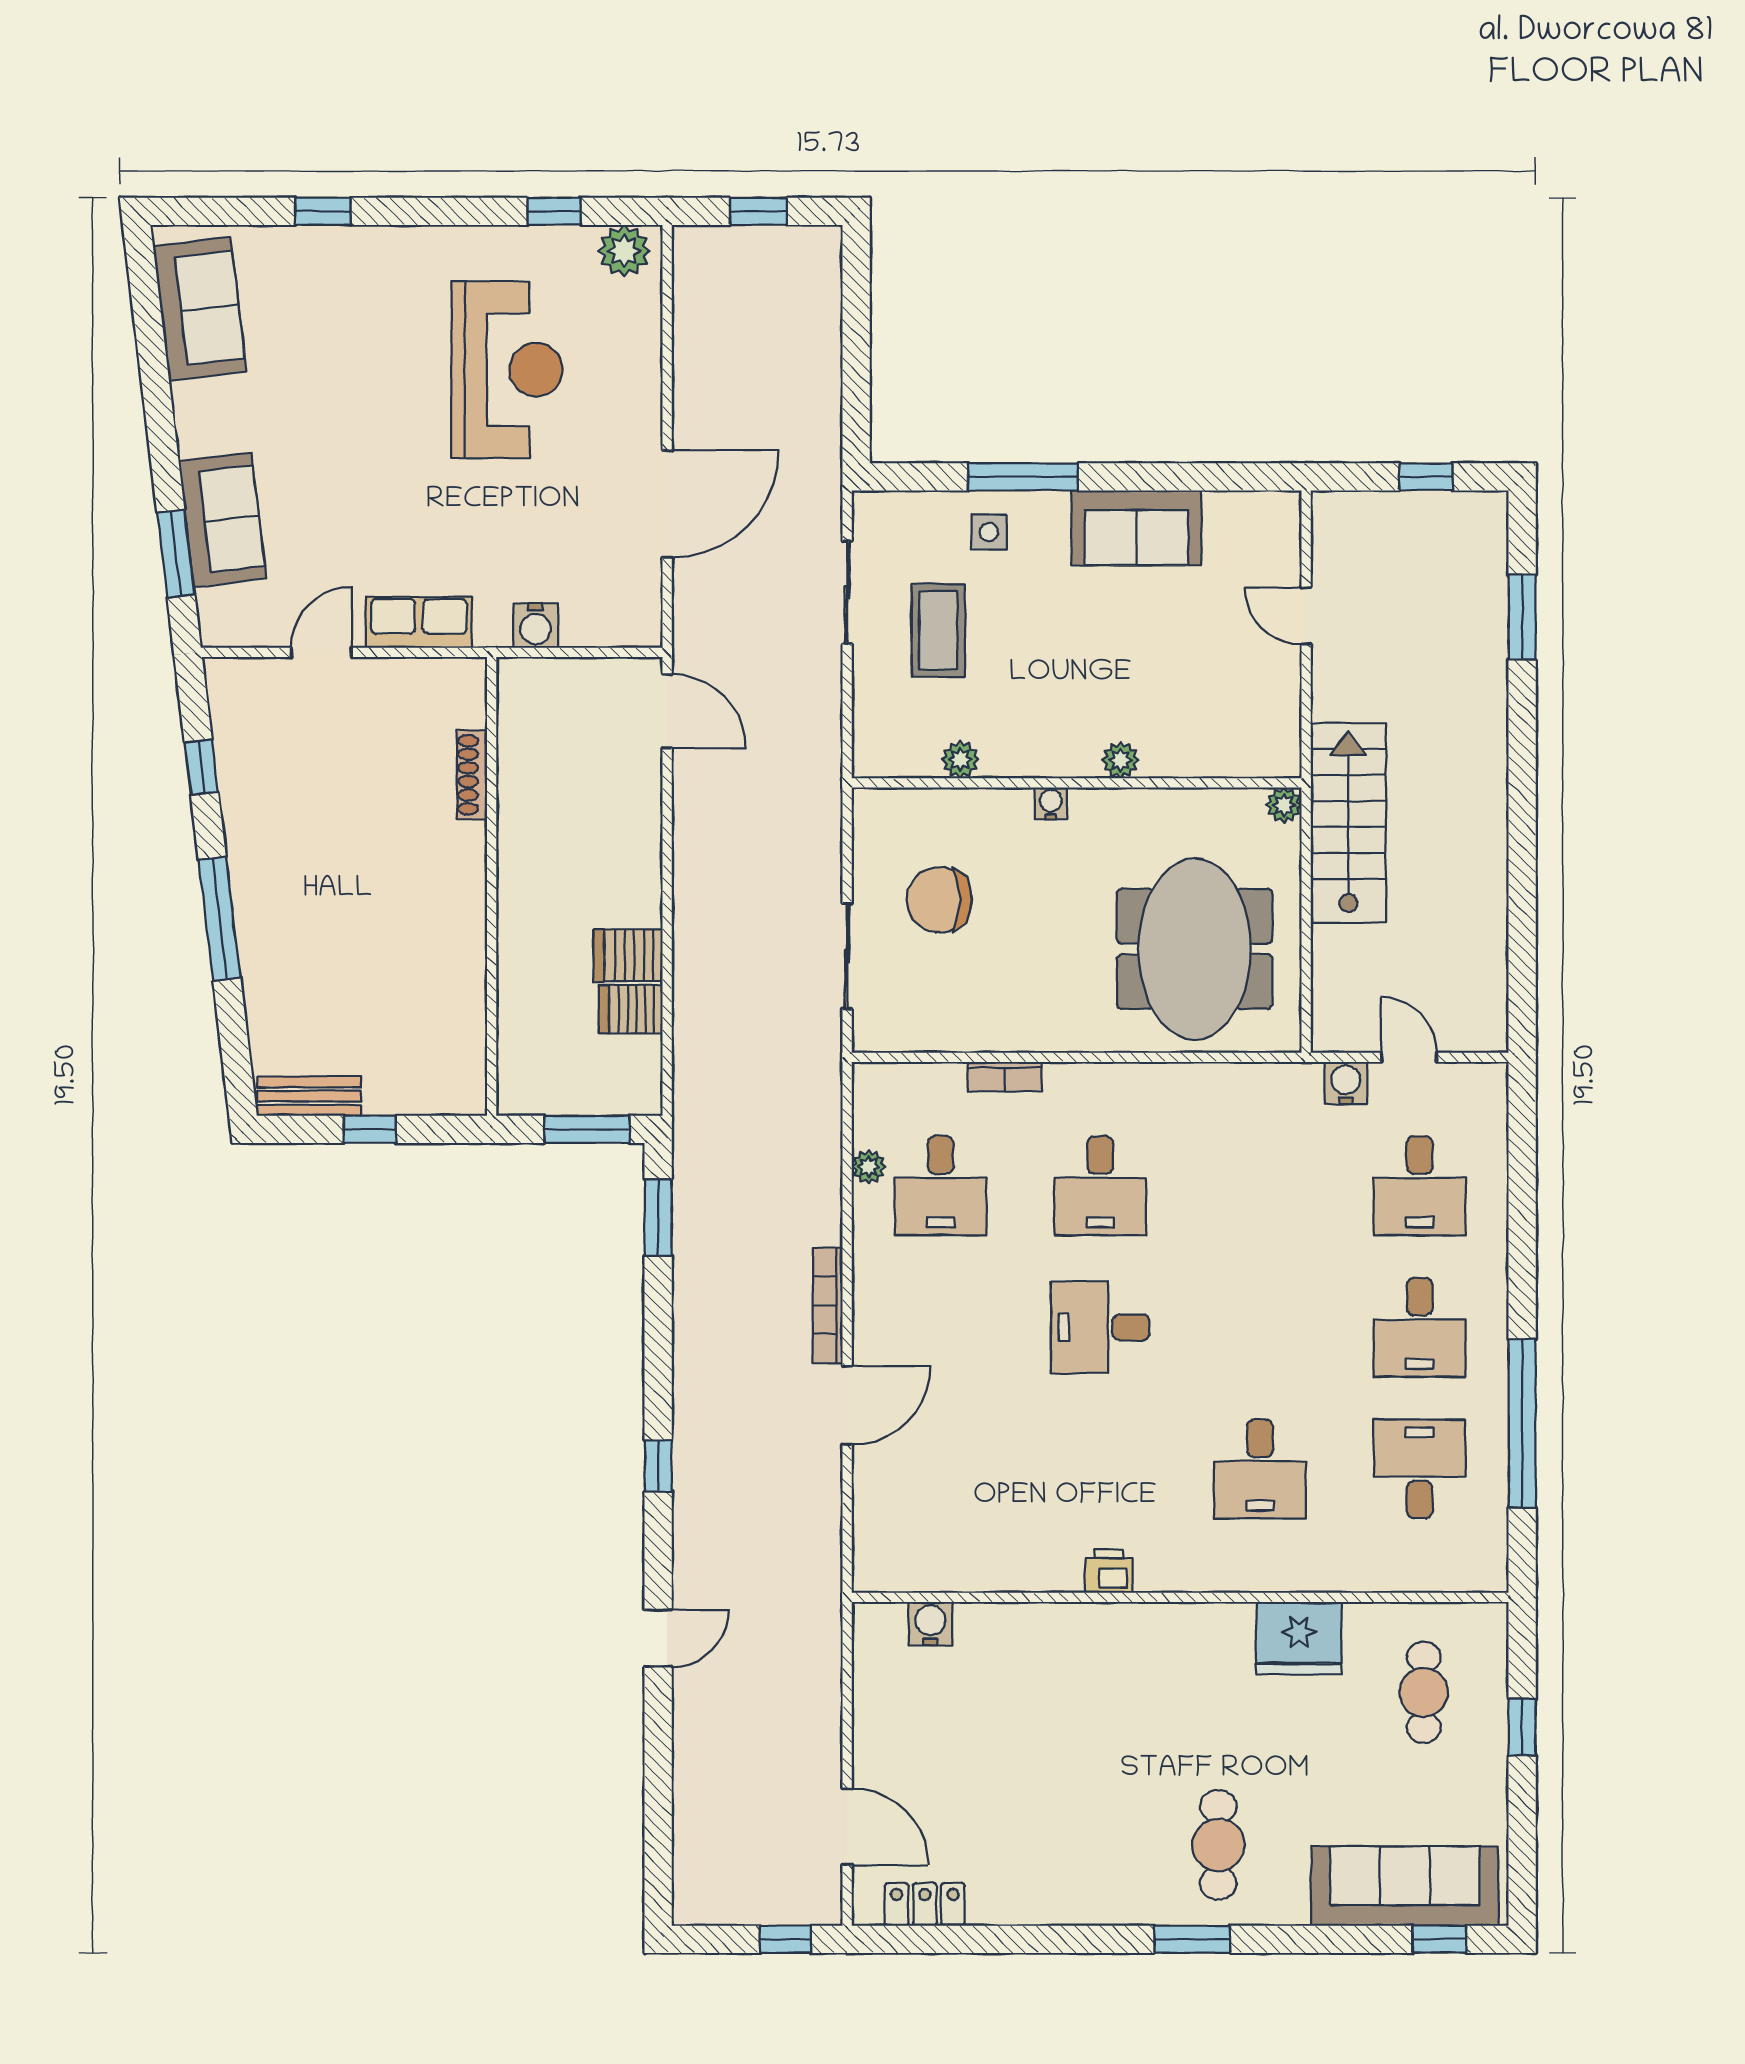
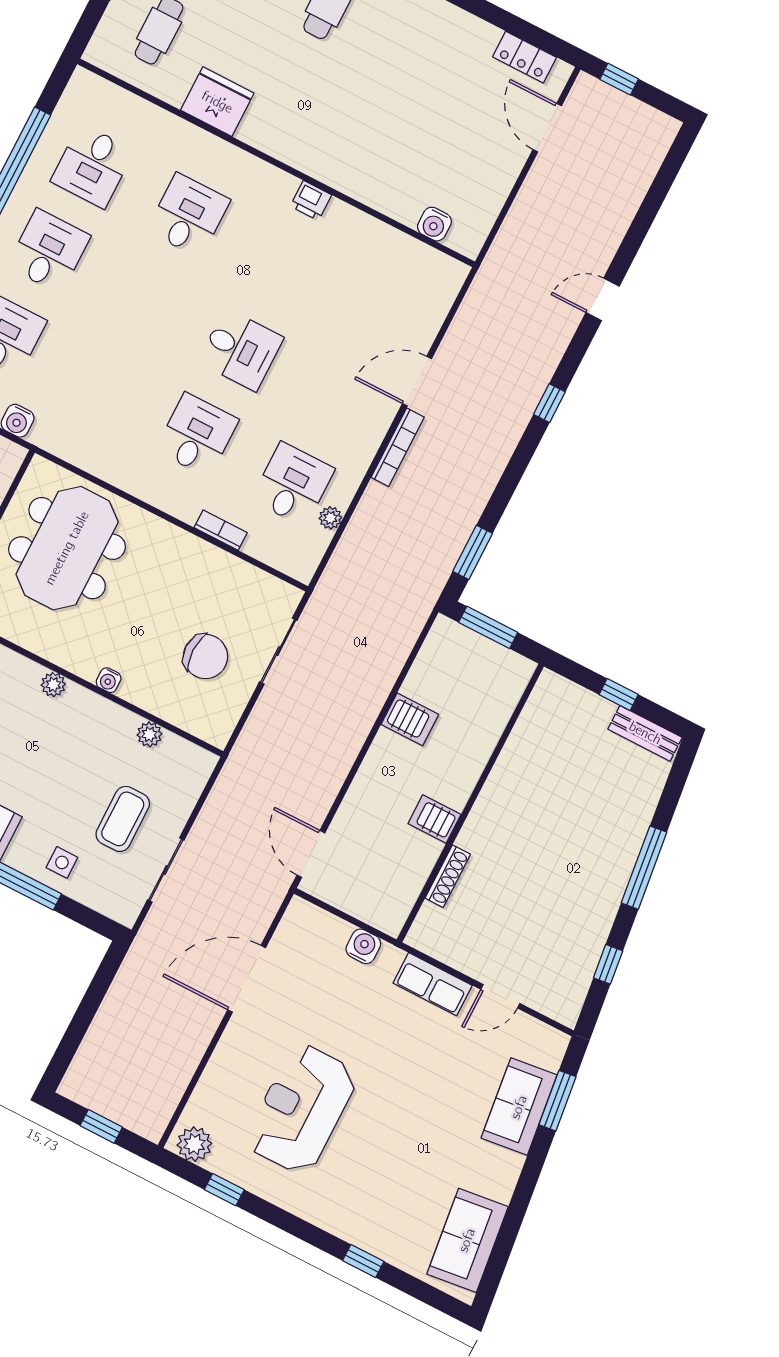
server rack: (631, 1009) -> (434, 819), moved, turned 180

